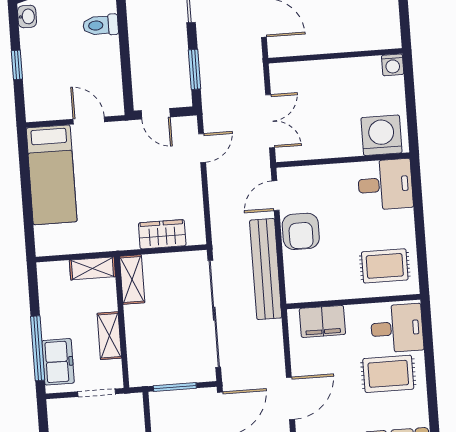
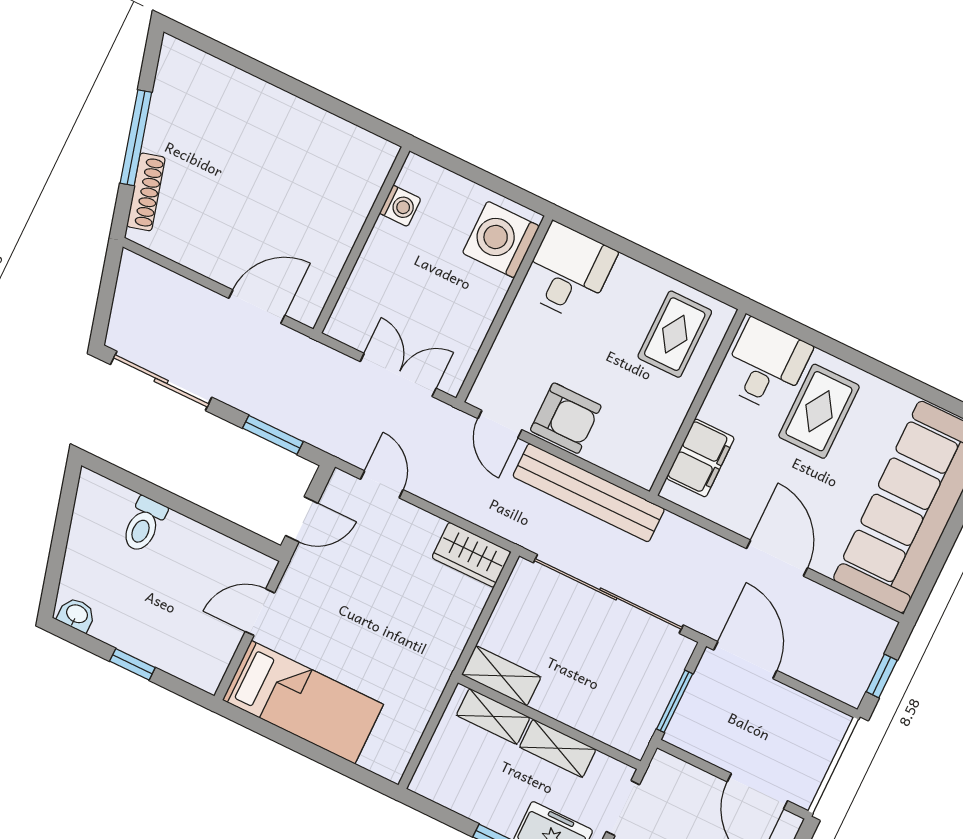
washing machine: (393, 65) -> (400, 206), moved
wardrobe: (162, 234) -> (471, 555), moved, turned -90
shelving: (92, 268) -> (493, 716), moved, turned 90

